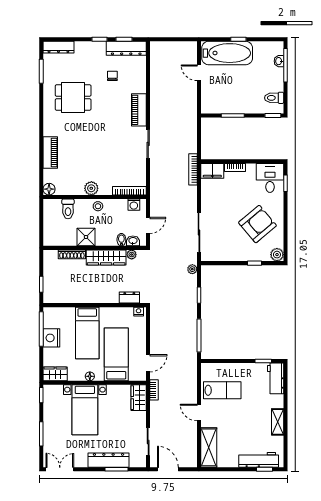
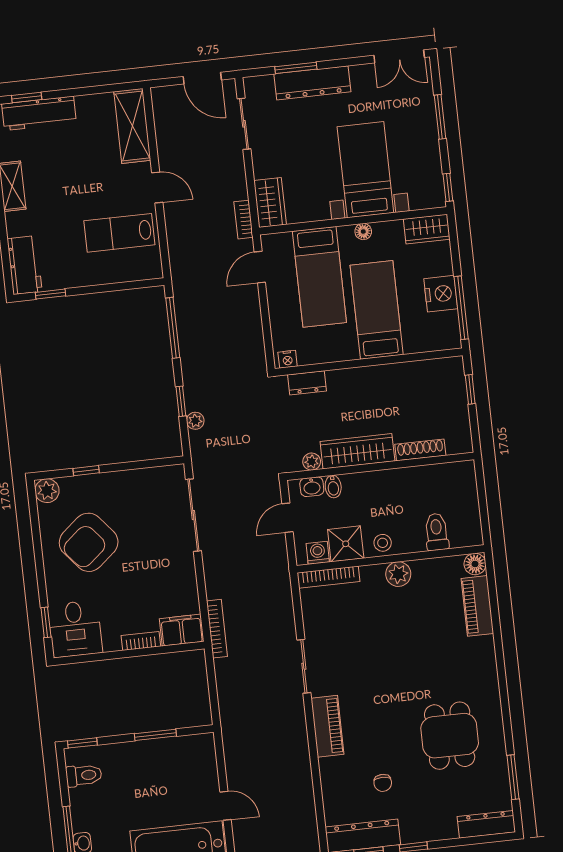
dining table: (73, 97) -> (450, 736), turned 90
piano: (50, 153) -> (477, 606), moved
shower: (86, 237) -> (346, 544), moved
plant: (192, 269) -> (195, 421), moved

